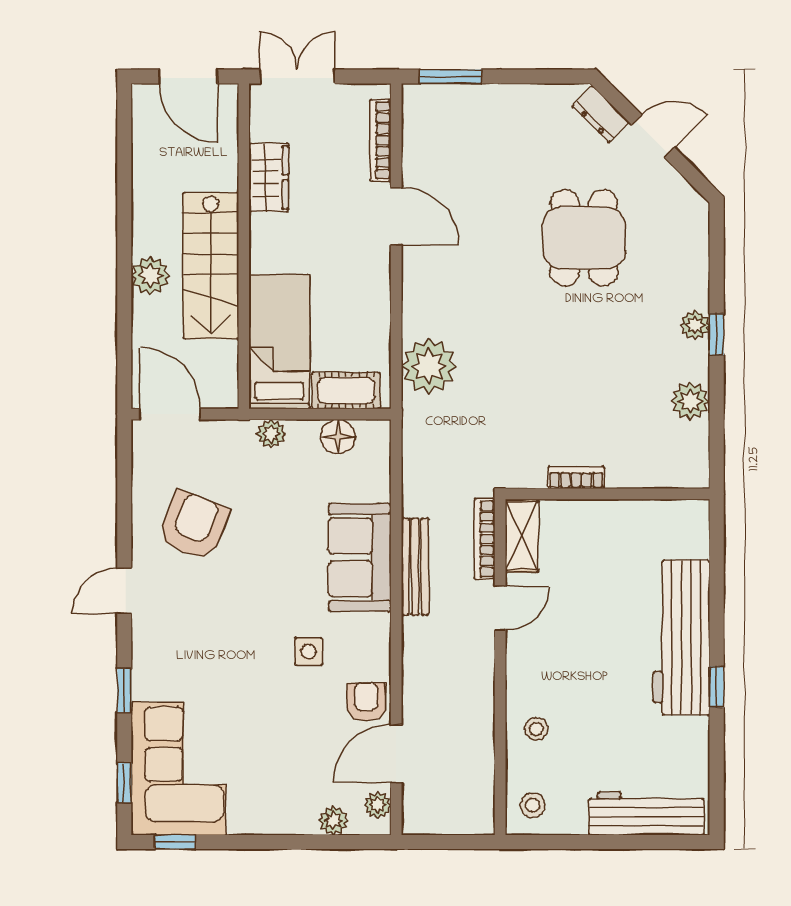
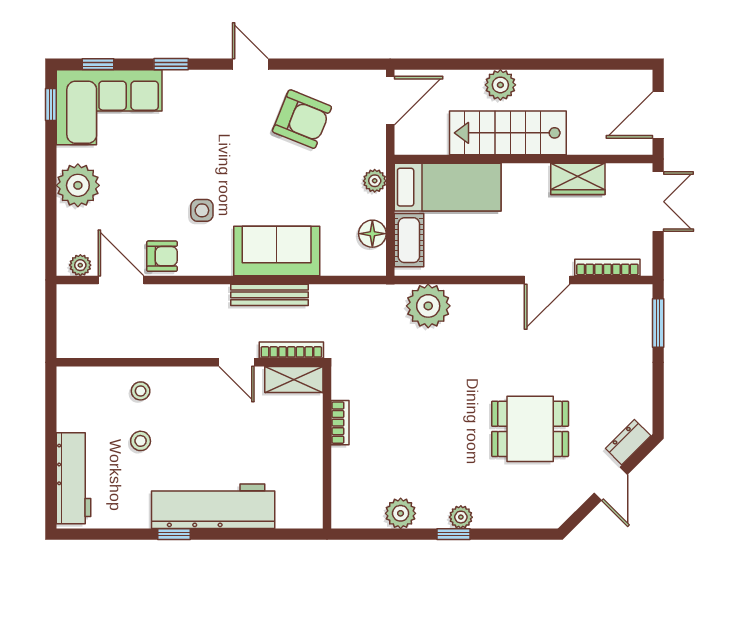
stool: (533, 805) -> (141, 441), moved
plant: (333, 821) -> (78, 185), moved, width x1.88, depth x1.88

